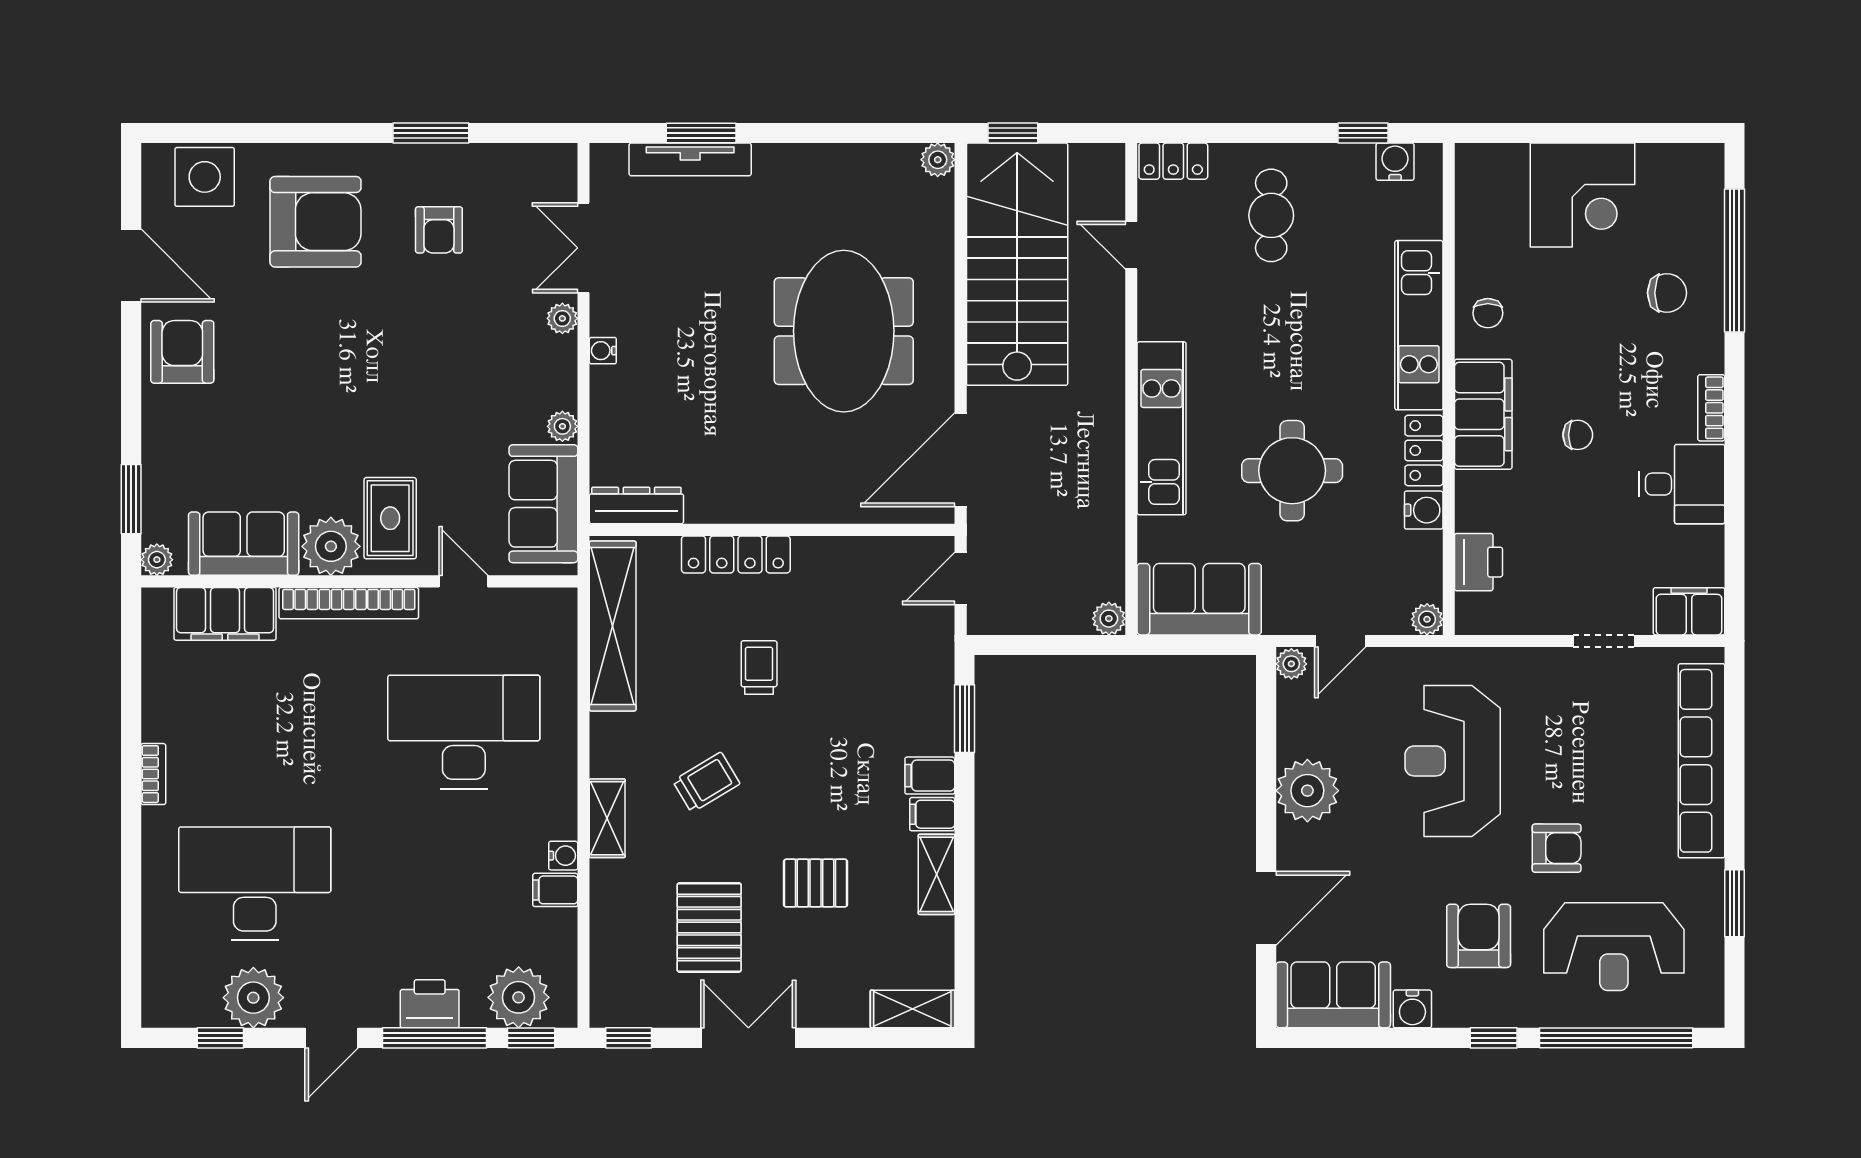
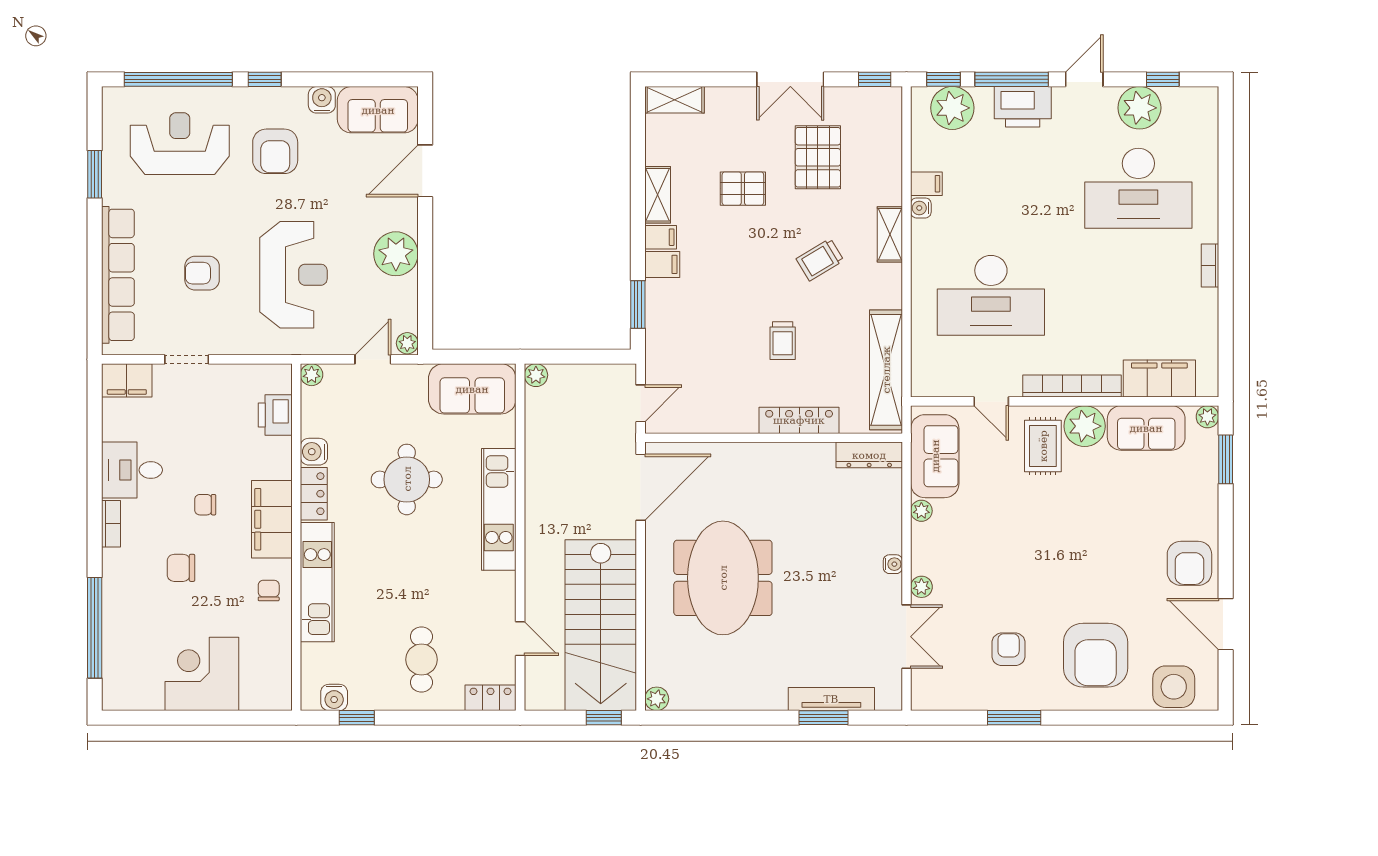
armchair: (315, 222) -> (1096, 655), turned -90
chair: (1667, 293) -> (181, 568), moved
armchair: (1557, 848) -> (202, 273), moved
printer: (430, 1004) -> (1023, 107), width x1.37, depth x1.19

